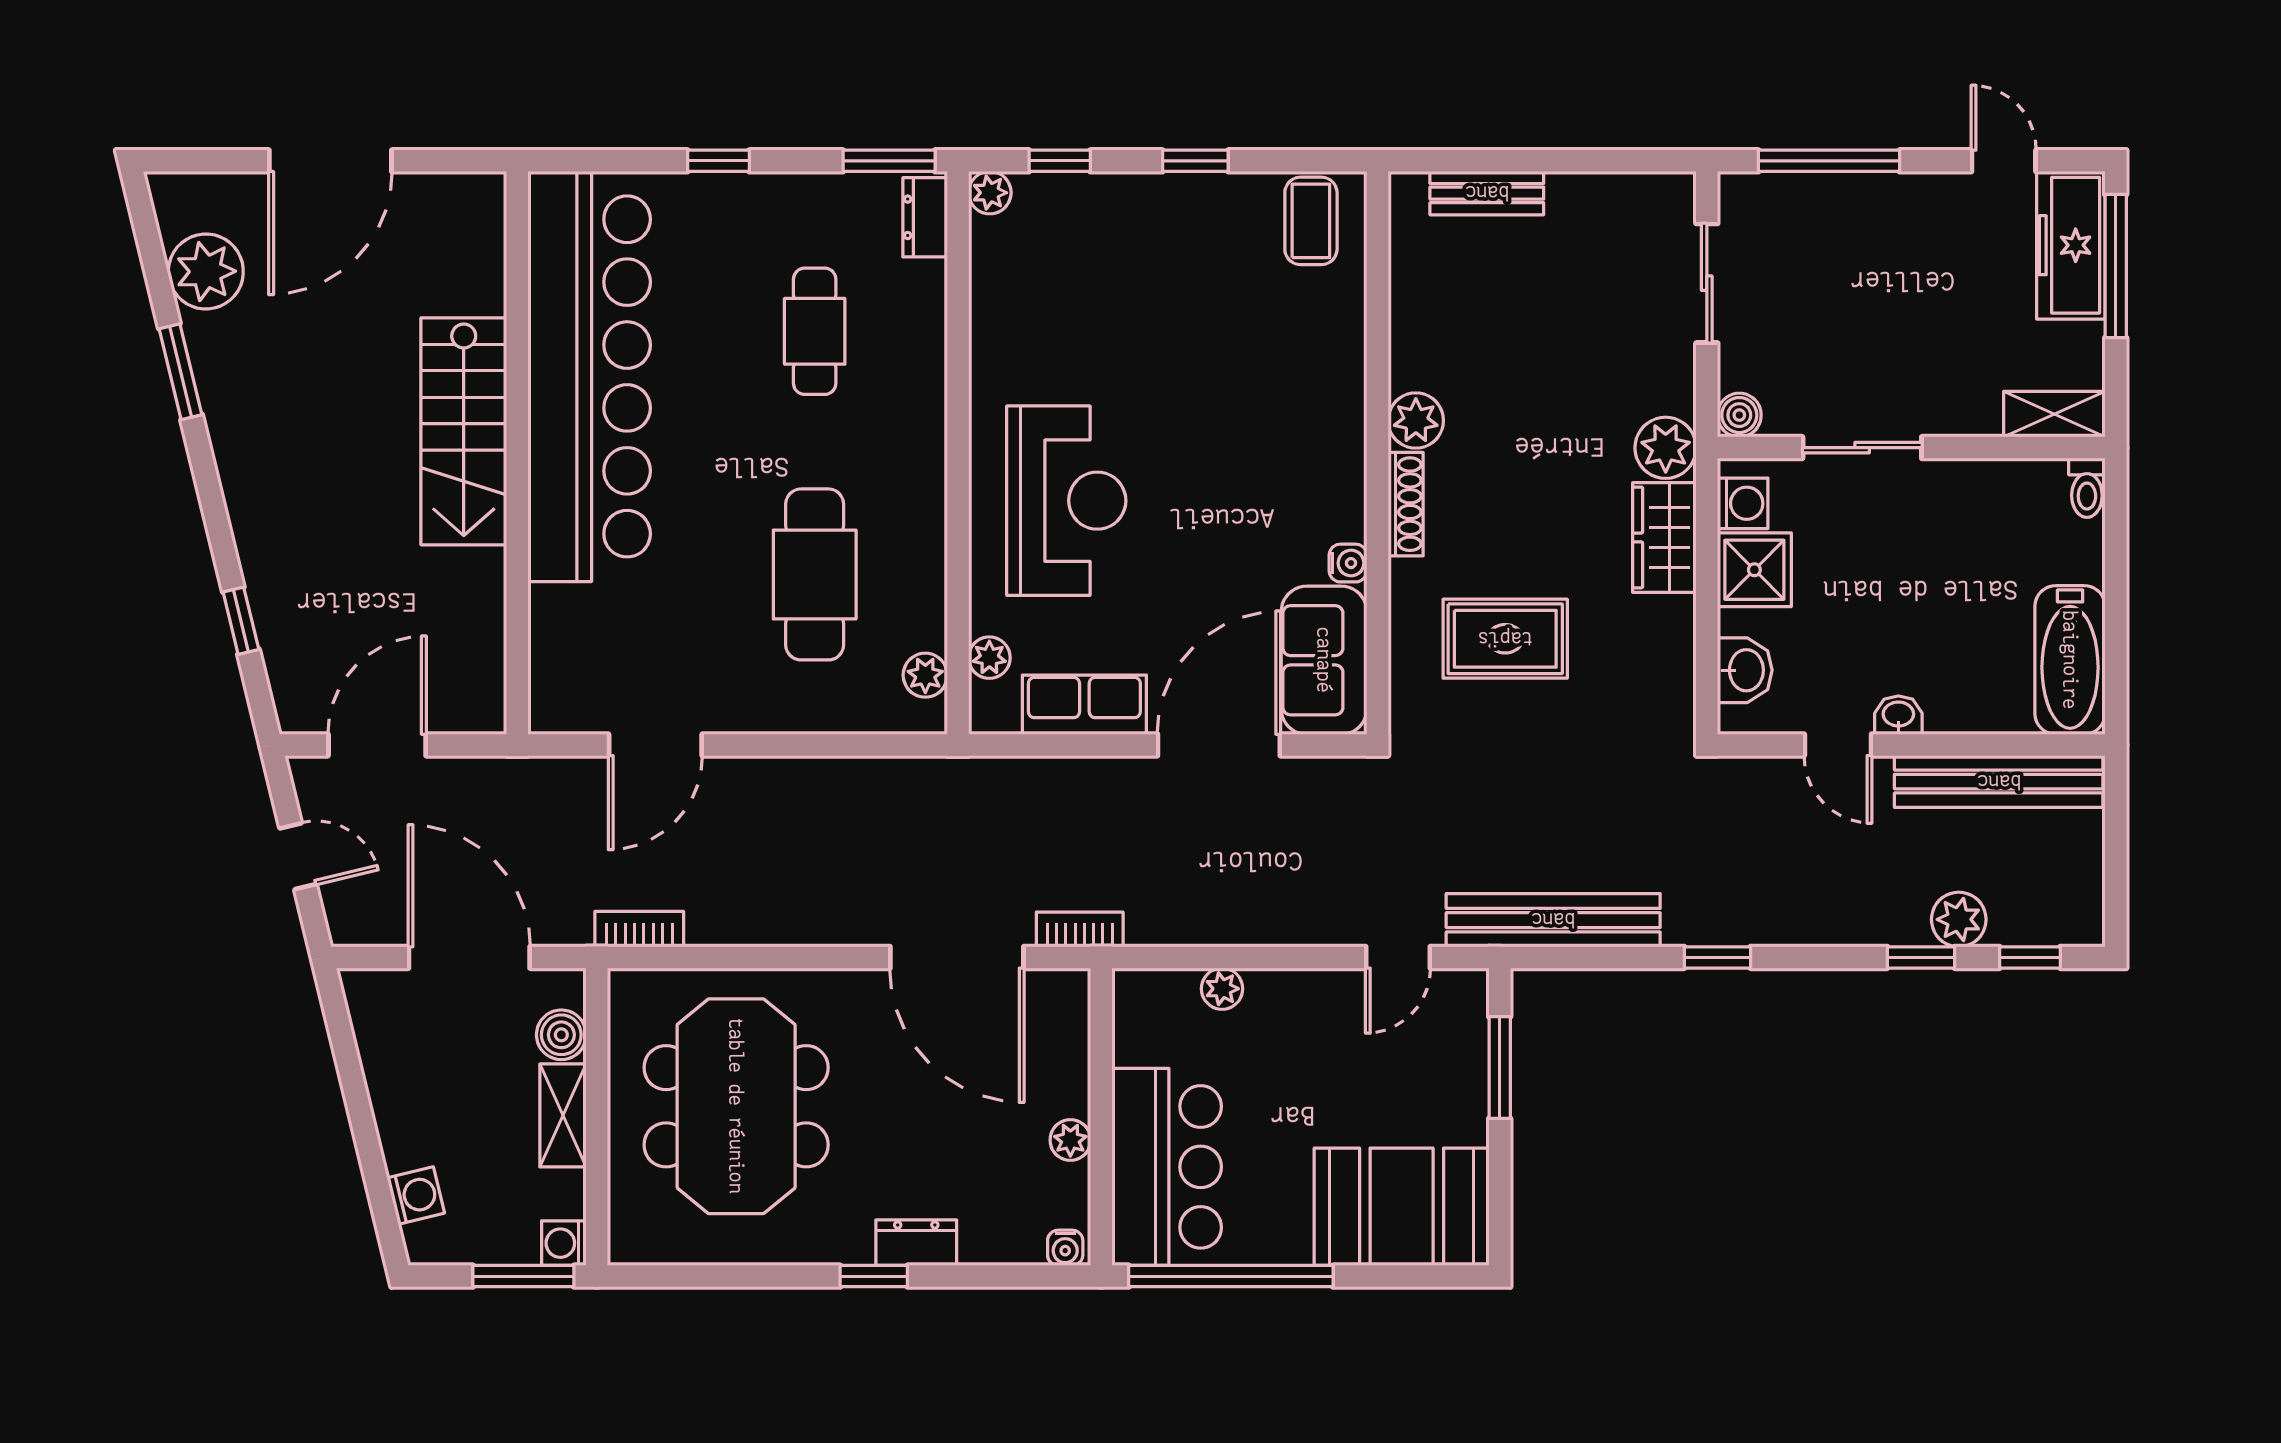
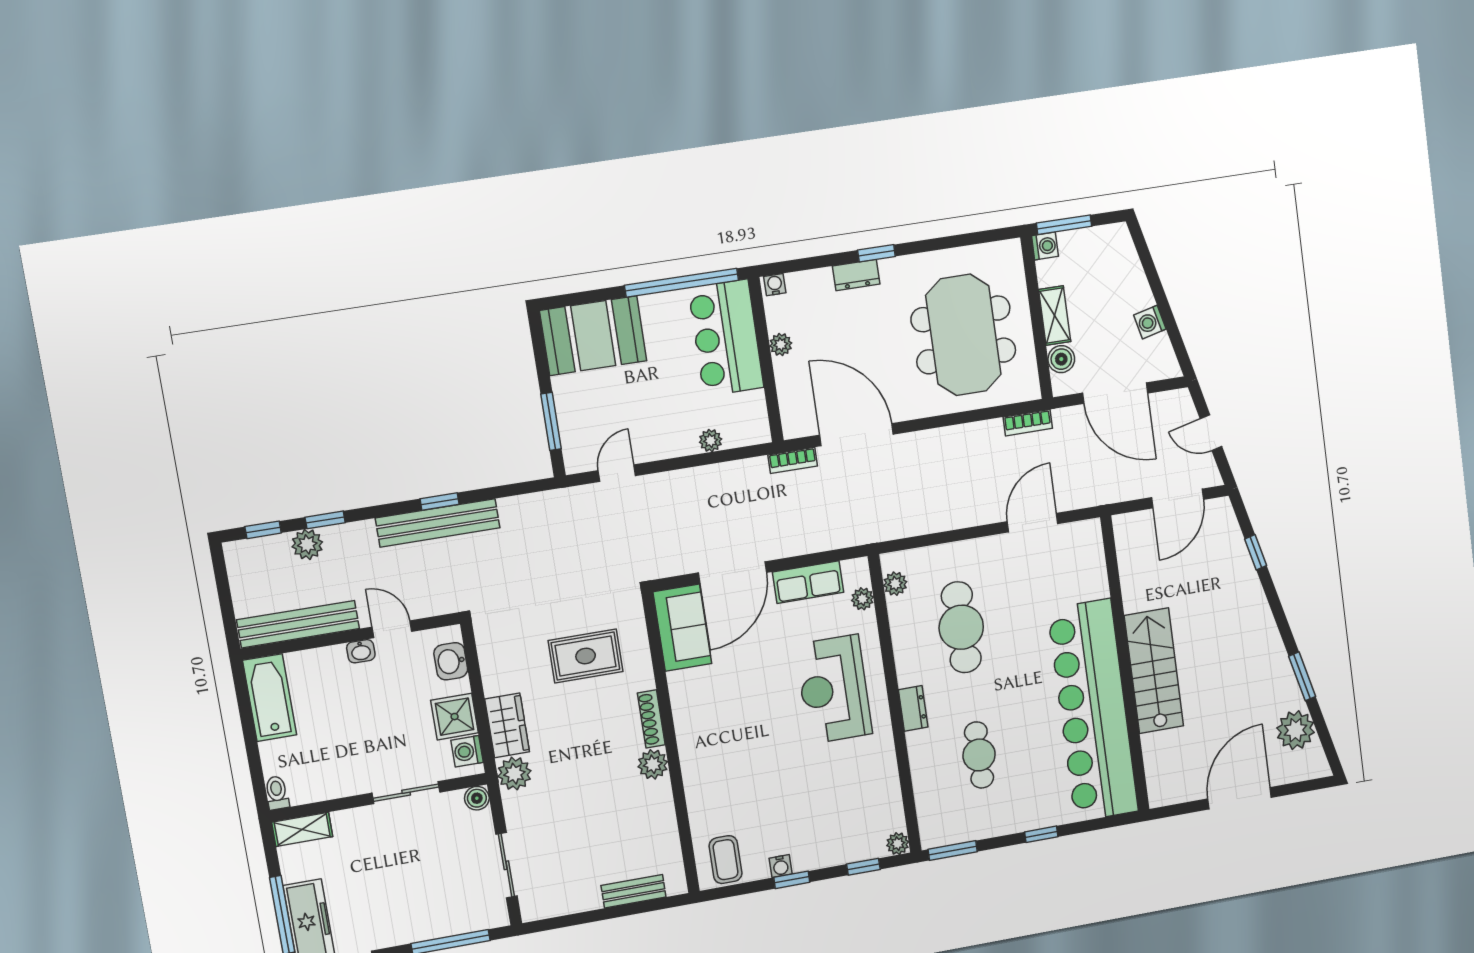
dresser: (925, 217) -> (913, 708), moved
water cooler: (1348, 563) -> (781, 866), moved, turned -90
bench: (1553, 920) -> (438, 523), moved
washing machine: (416, 1196) -> (1150, 322), moved

